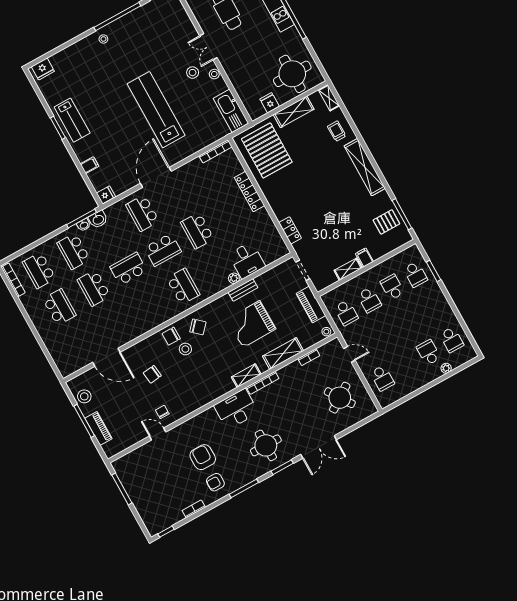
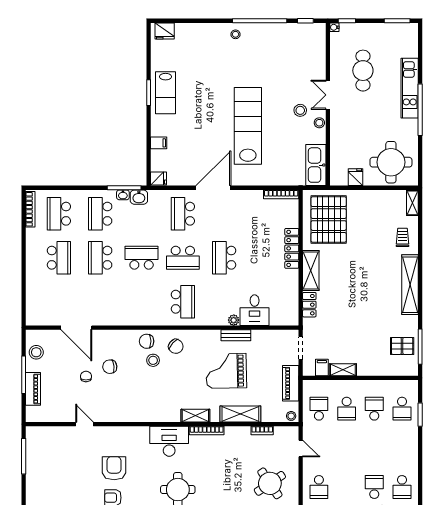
shelving: (294, 112) -> (311, 270), moved, turned 90
filing cabinet: (364, 258) -> (322, 367), moved
school desk: (346, 313) -> (319, 409), turned 180
chair: (162, 412) -> (86, 376), moved

